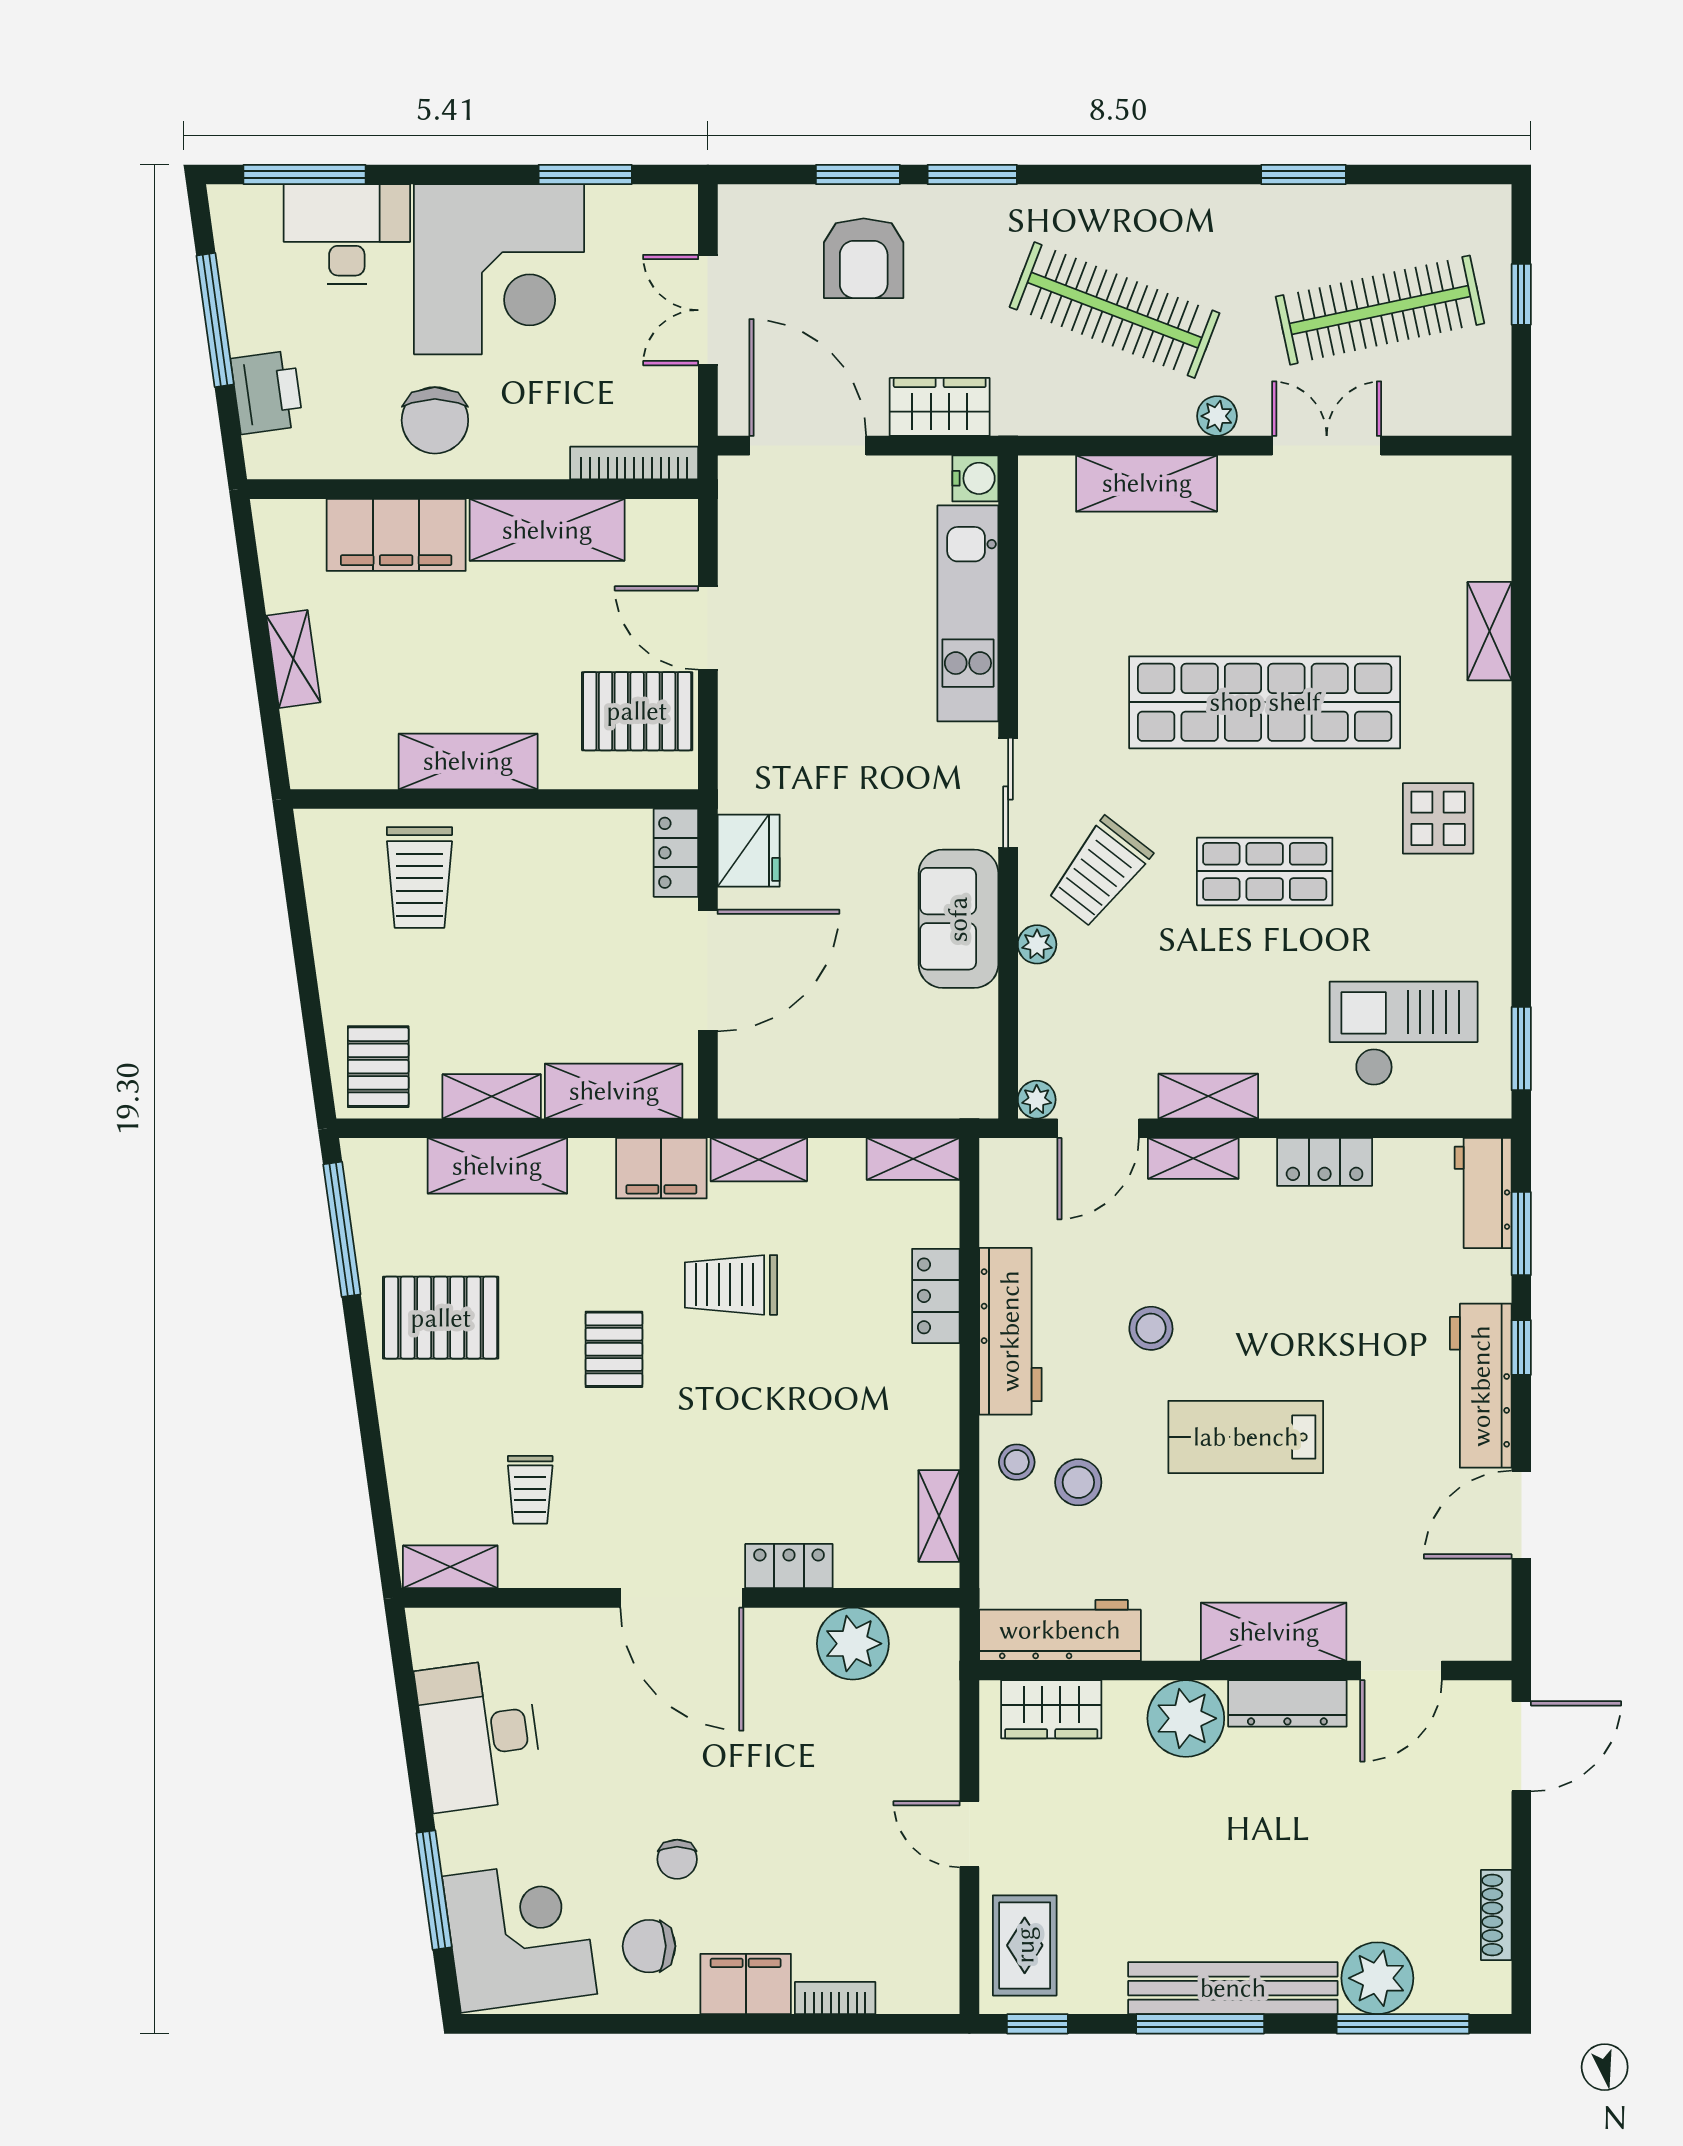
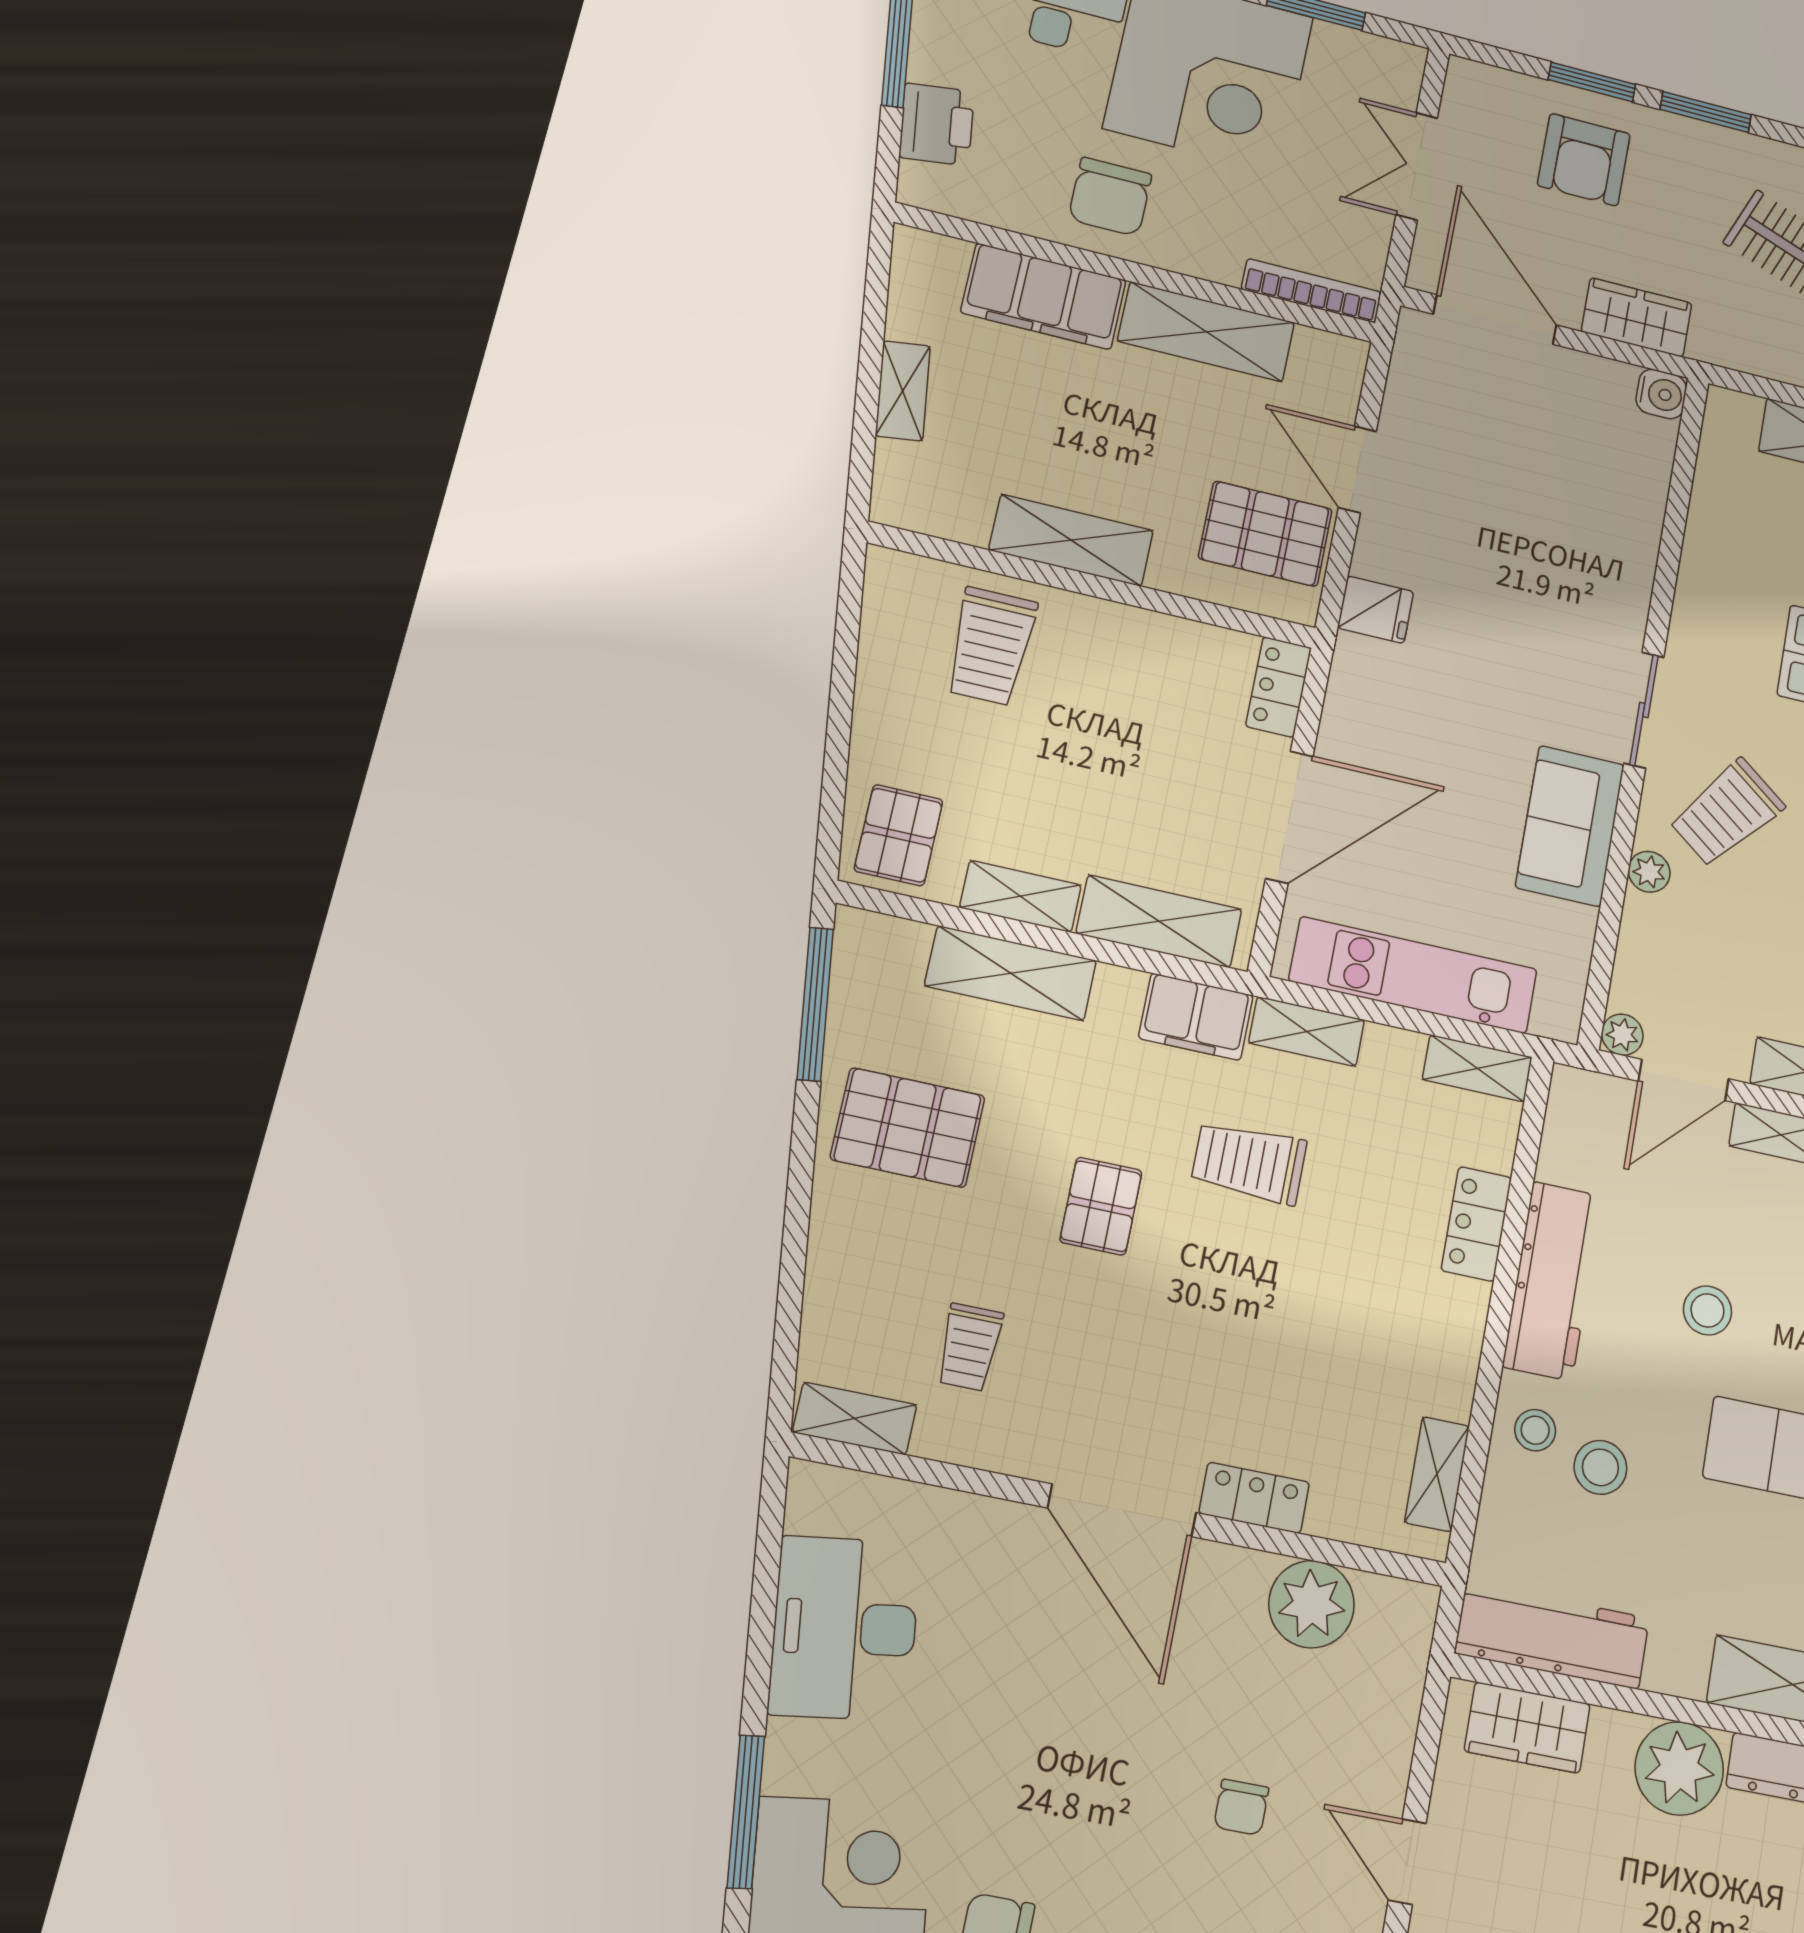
kitchen unit: (968, 613) -> (1413, 975), moved, turned 90
fridge: (749, 851) -> (1376, 610), moved, width x0.72
chair: (677, 1859) -> (1241, 1807), moved

